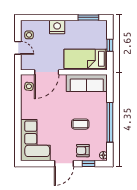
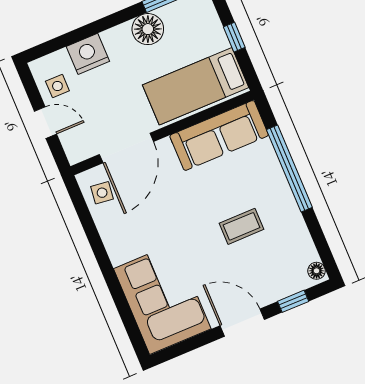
nightstand: (57, 27) -> (88, 54), moved
floor lamp: (76, 27) -> (148, 29), added
window: (110, 122) -> (289, 168), moved
armchair: (83, 151) -> (270, 279), removed
door: (64, 164) -> (242, 323), swing flipped

